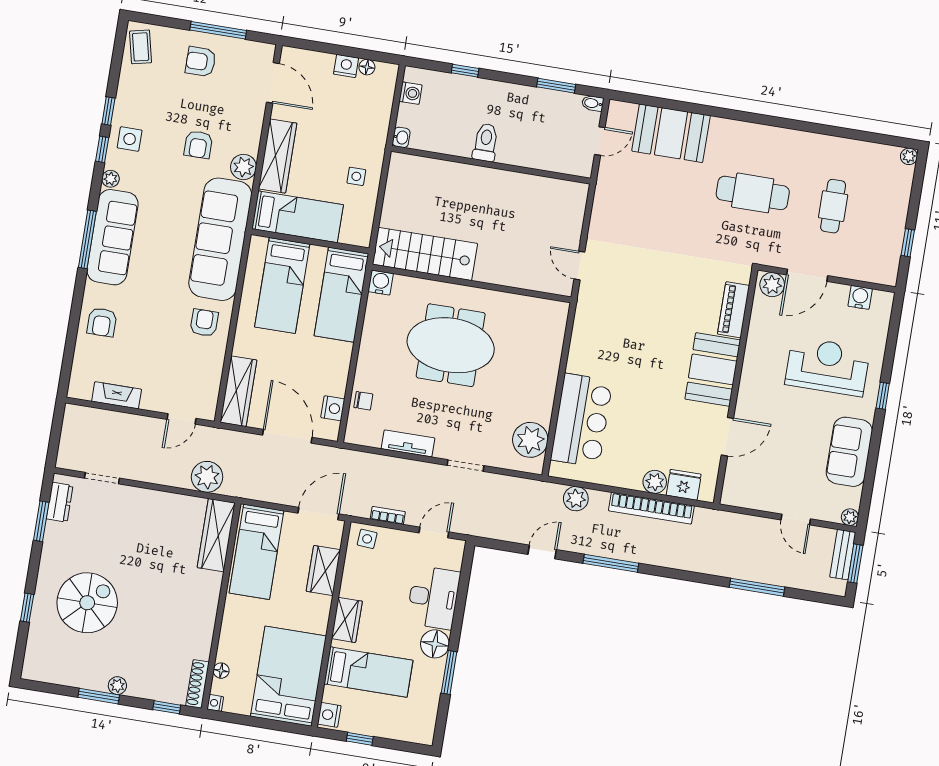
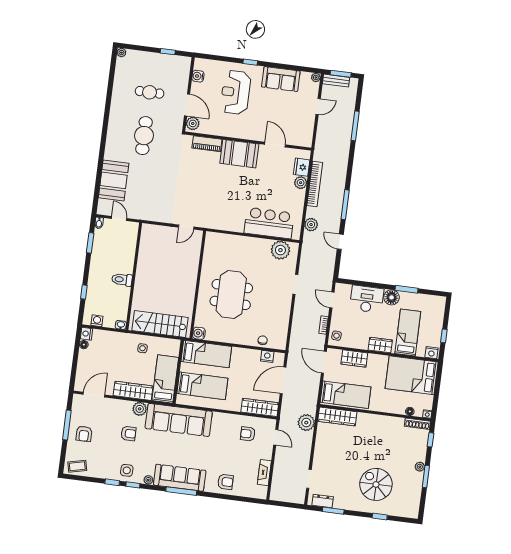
nightstand: (346, 66) -> (86, 334), moved
stairs: (425, 254) -> (160, 324), moved, turned 90
armchair: (204, 323) -> (248, 434), moved
tv unit: (408, 443) -> (285, 316), removed

